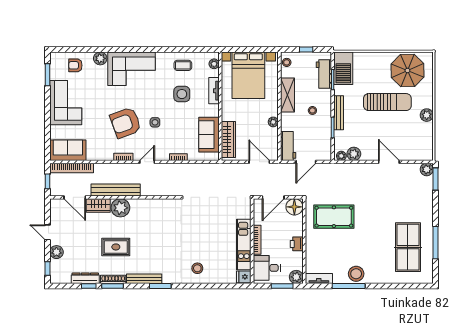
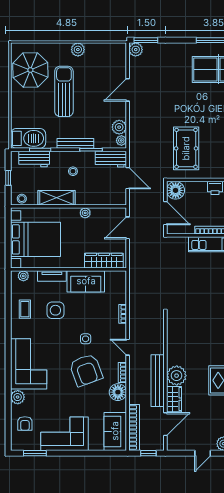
sofa: (209, 135) -> (86, 281), moved
workbench: (288, 146) -> (111, 159), moved, turned 180
floor lamp: (105, 153) -> (118, 392), added

